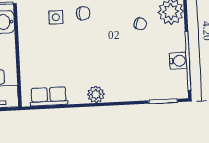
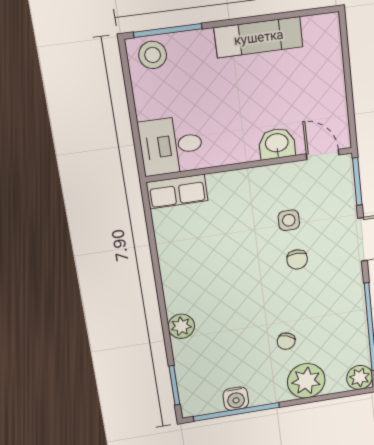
plant: (96, 94) -> (181, 326), moved
row of seats: (49, 96) -> (177, 191), moved, turned 90

